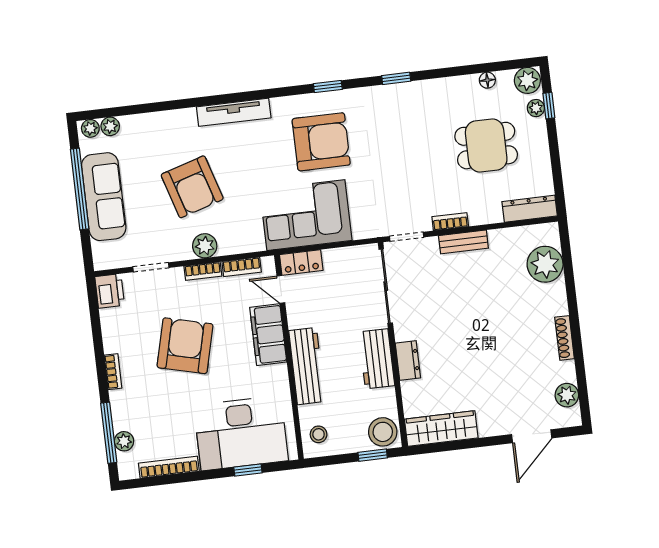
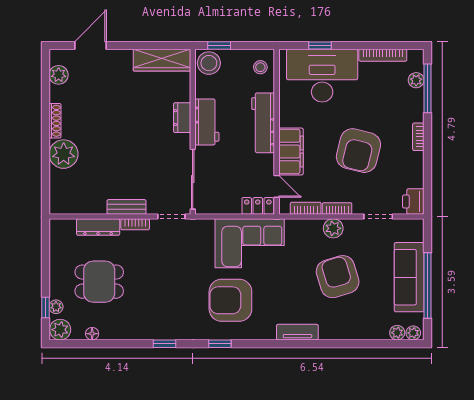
tv unit: (234, 112) -> (297, 332), width x0.71
dresser: (530, 209) -> (98, 227), moved
plant: (545, 264) -> (64, 154), moved

